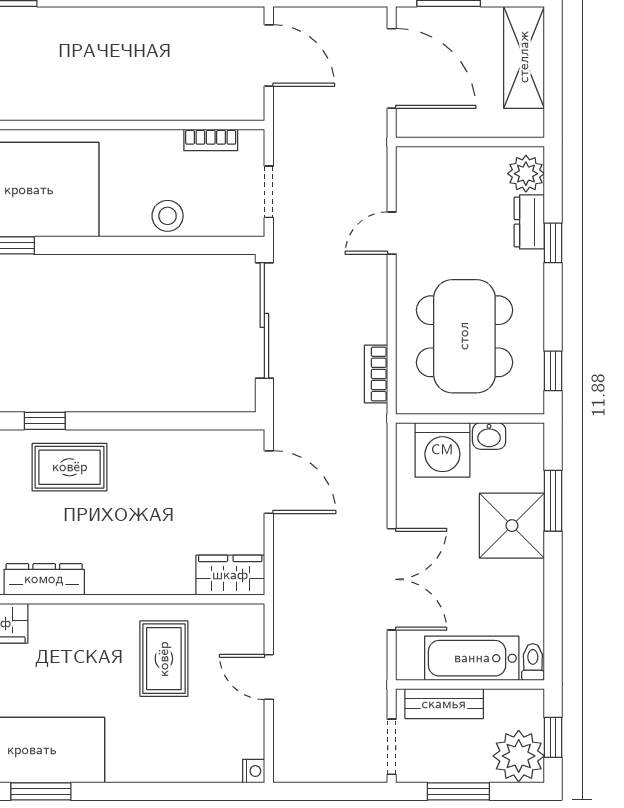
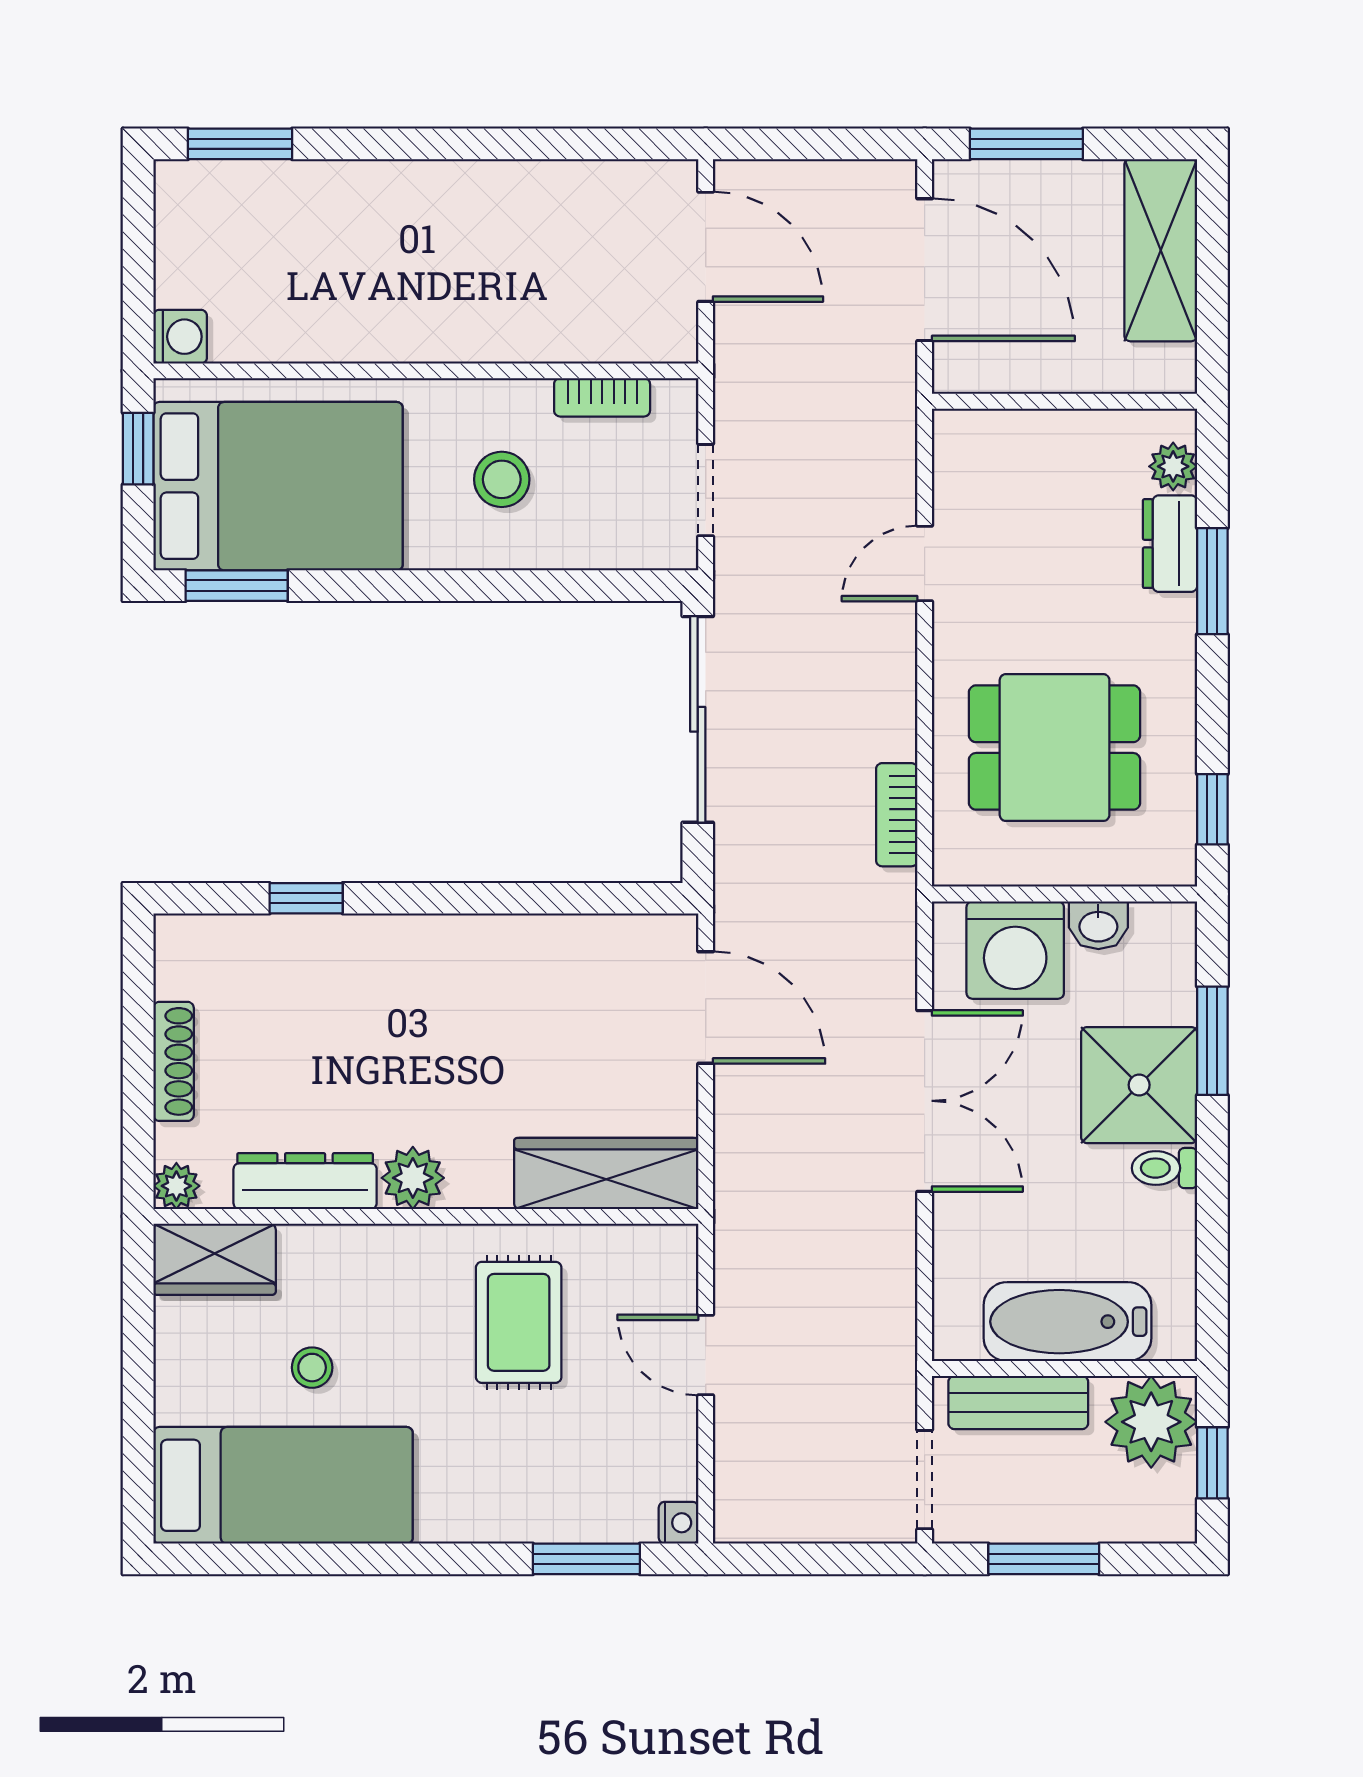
plant: (526, 174) -> (1173, 466), width x0.73, depth x0.73
stool: (168, 216) -> (502, 479), moved
window: (553, 243) -> (1212, 581), width x1.50
dining table: (464, 336) -> (1055, 748), width x0.73
rug: (70, 467) -> (350, 981), removed
wardrobe: (230, 575) -> (606, 1173), width x1.50
plant: (105, 578) -> (413, 1178), added
double door: (392, 579) -> (925, 1101), moved
toilet: (533, 662) -> (1164, 1168), moved, turned -90
stool: (48, 684) -> (312, 1368), added
plant: (519, 756) -> (1151, 1422), moved
window: (41, 791) -> (586, 1559), moved

